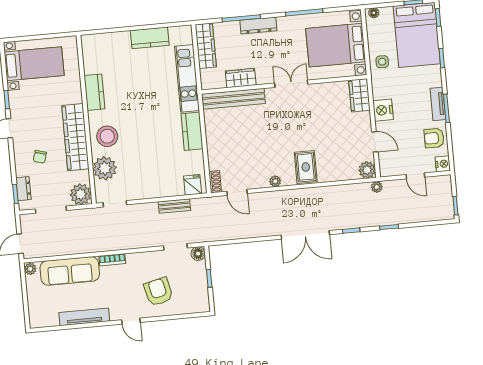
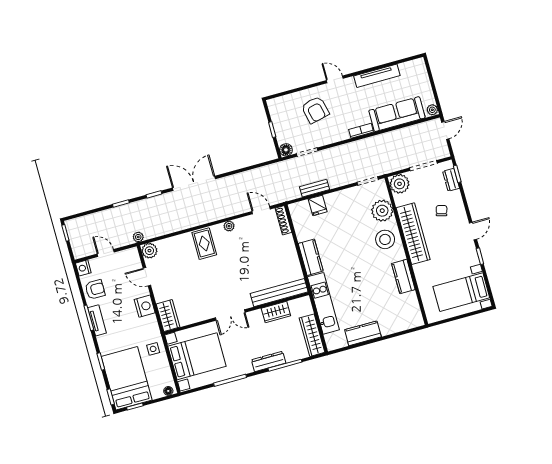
shoe rack: (215, 182) -> (283, 220), width x1.43
fridge: (193, 185) -> (318, 205), moved

